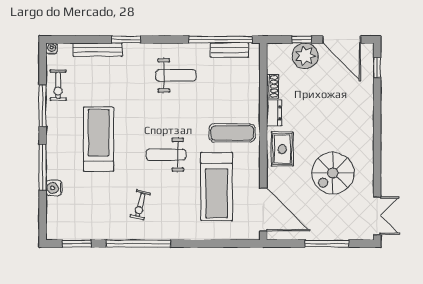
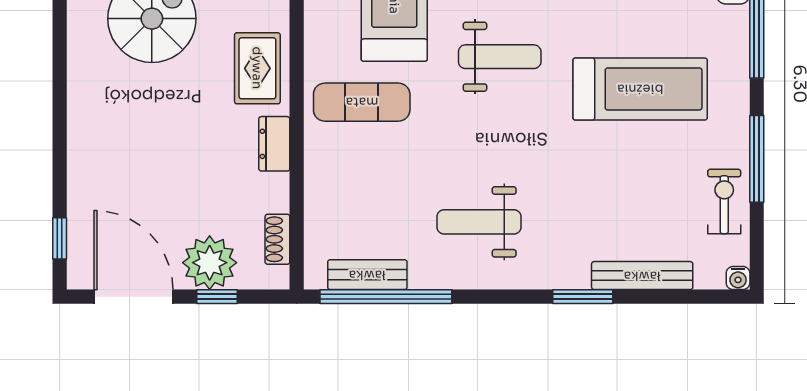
shoe rack: (273, 86) -> (277, 239), moved
treadmill: (99, 139) -> (640, 89), turned -90

